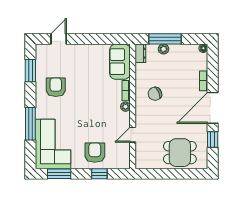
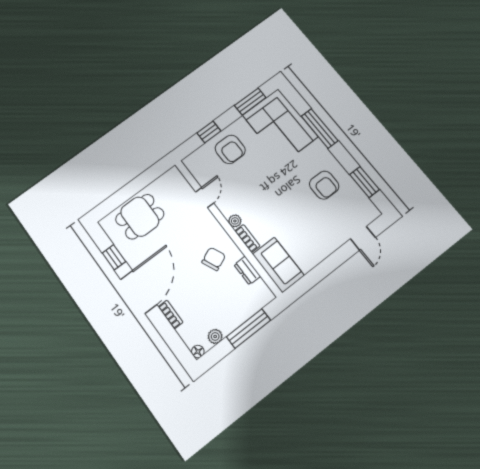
plant: (164, 49) -> (215, 336), moved
dresser: (140, 53) -> (247, 270), moved

